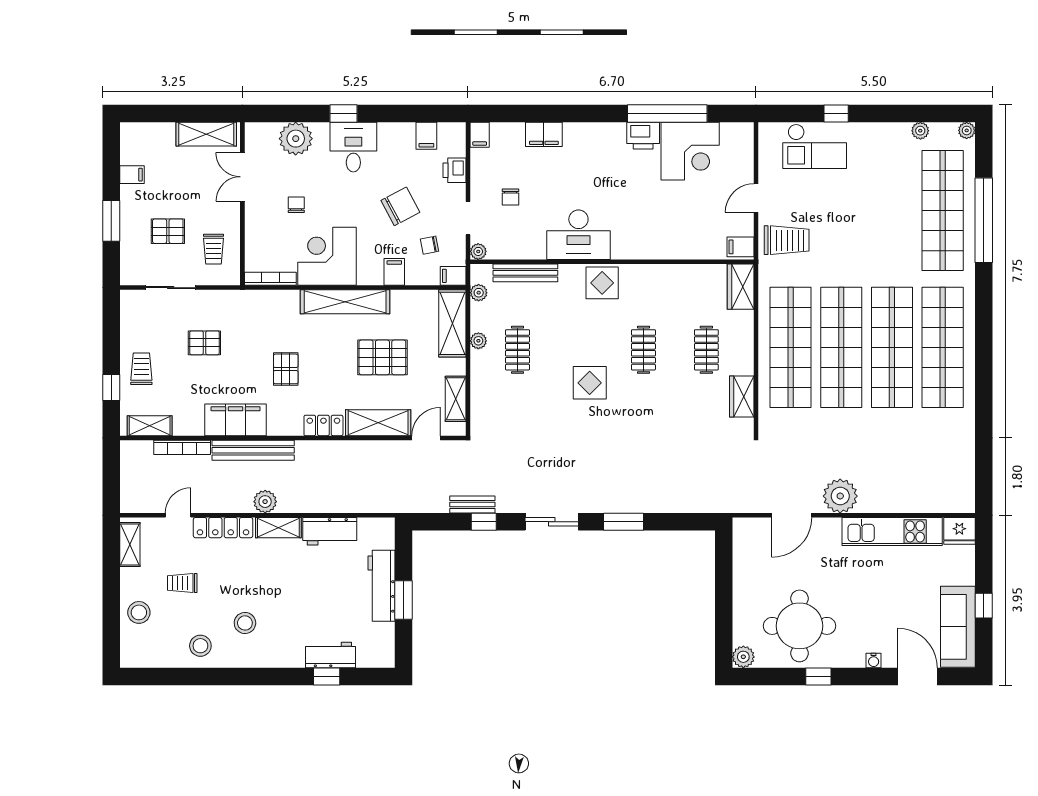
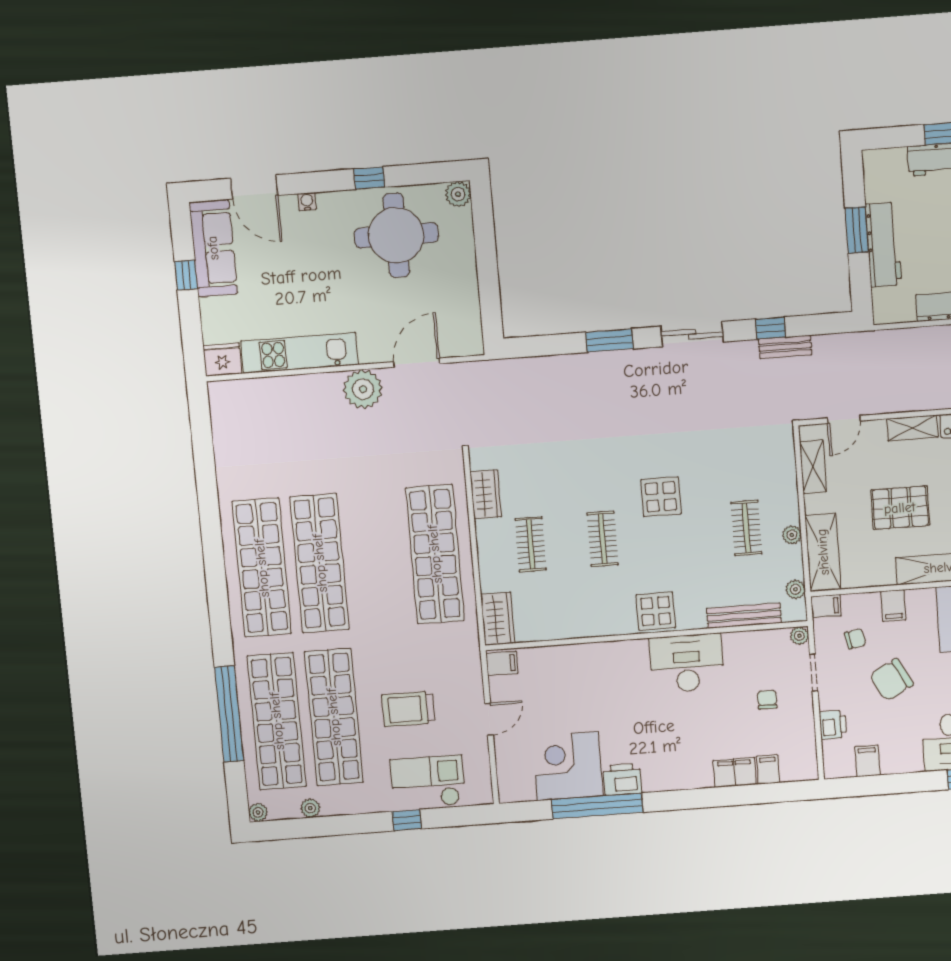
filing cabinet: (480, 135) -> (768, 769), moved
trolley: (787, 240) -> (408, 709), moved
shop shelf: (841, 347) -> (334, 717), moved
shelving: (378, 423) -> (912, 428), width x0.67, depth x0.75

